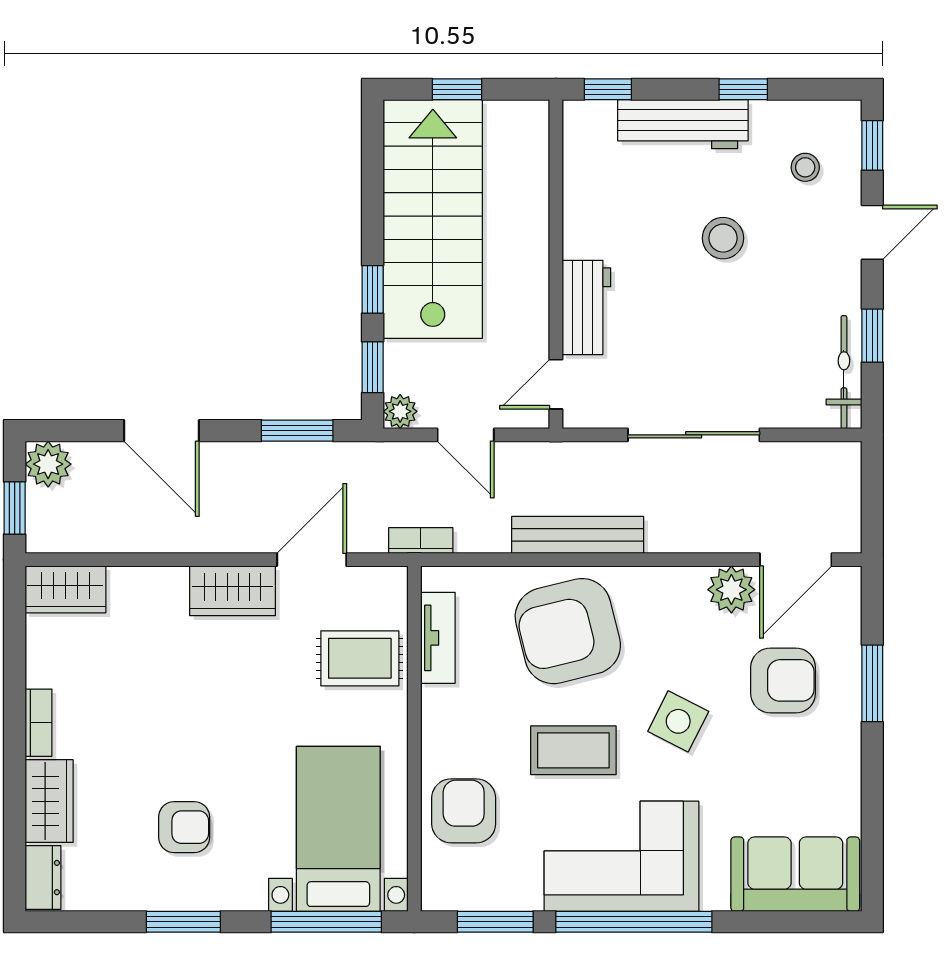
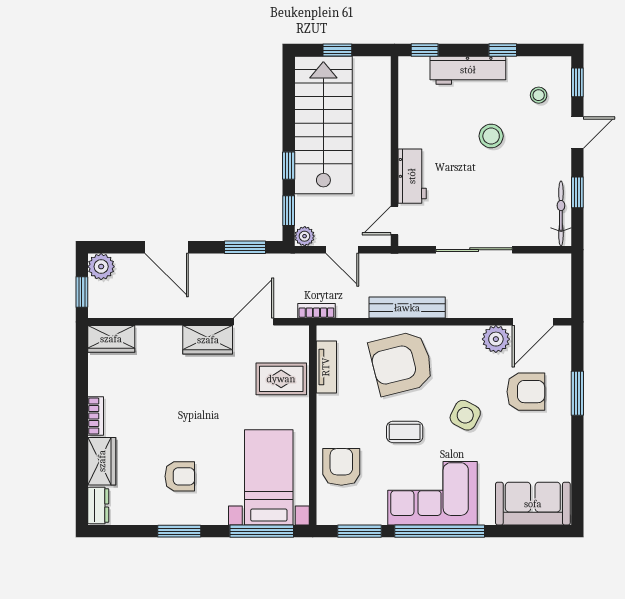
coffee table: (573, 750) -> (405, 432), width x0.73, depth x0.77

